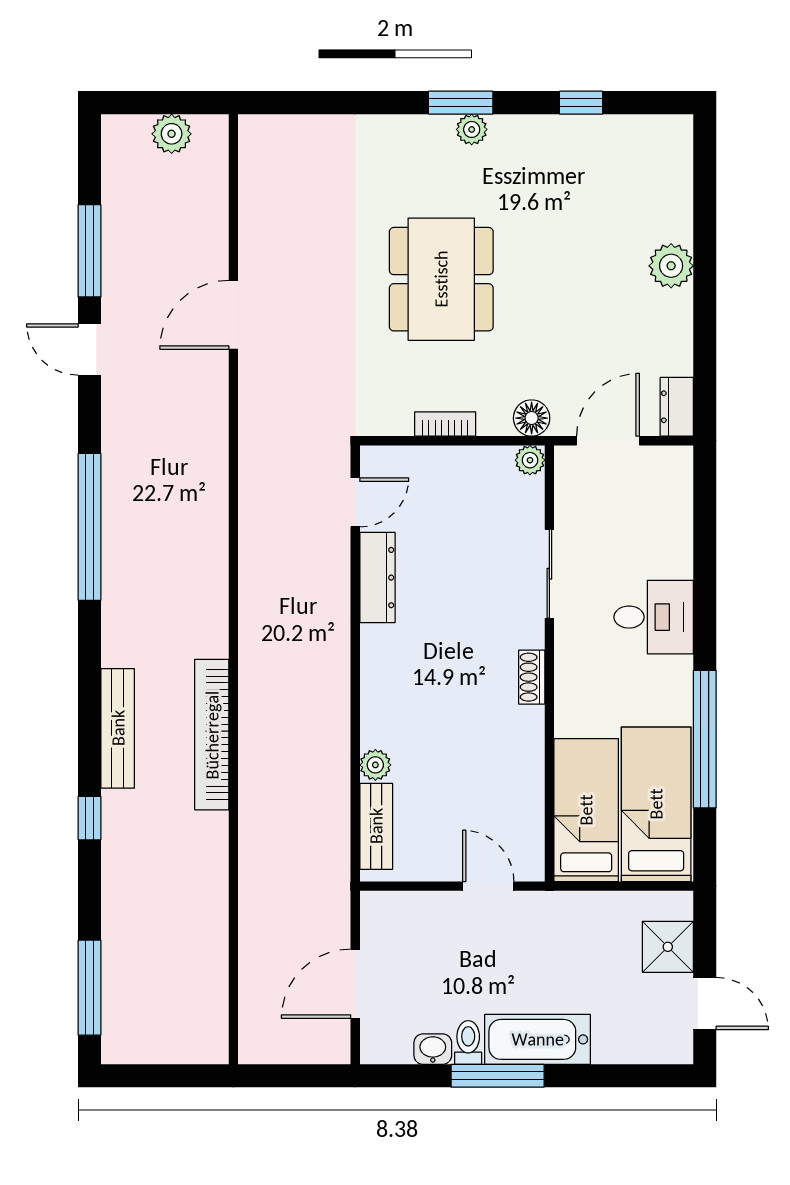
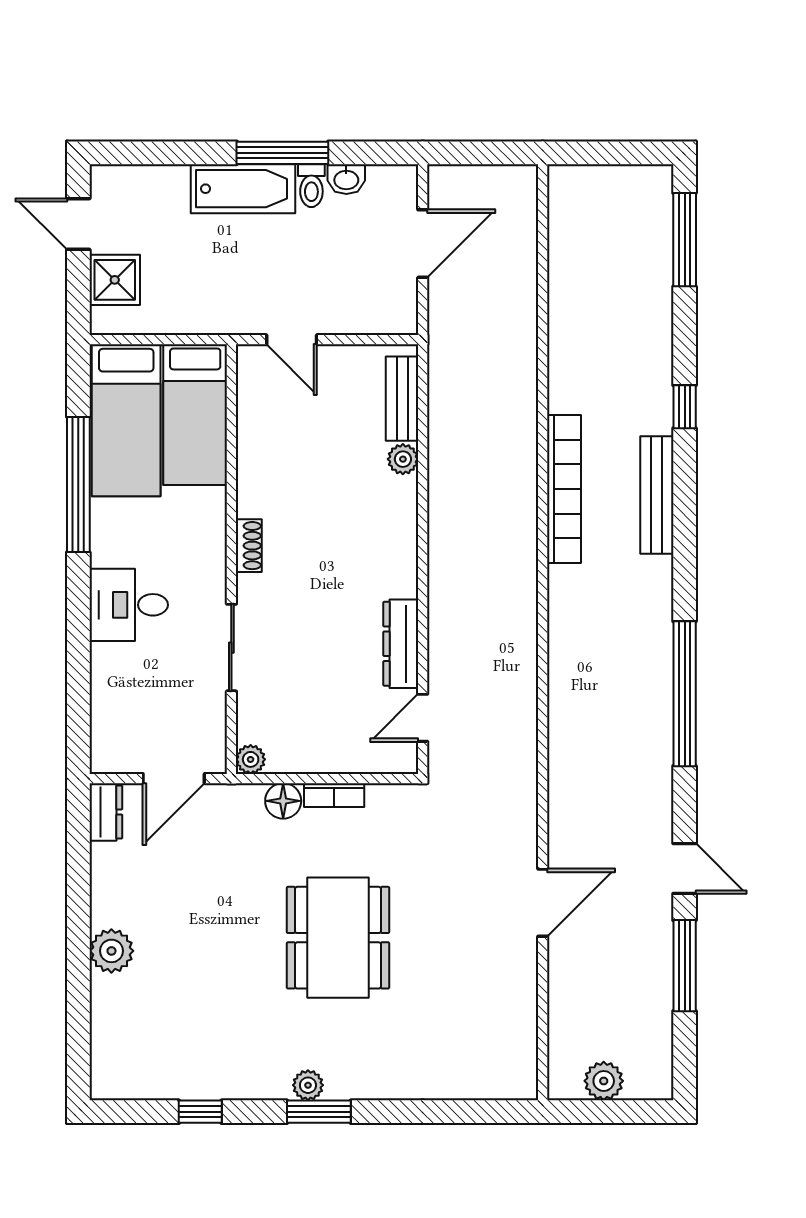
floor lamp: (532, 418) -> (283, 801), moved

